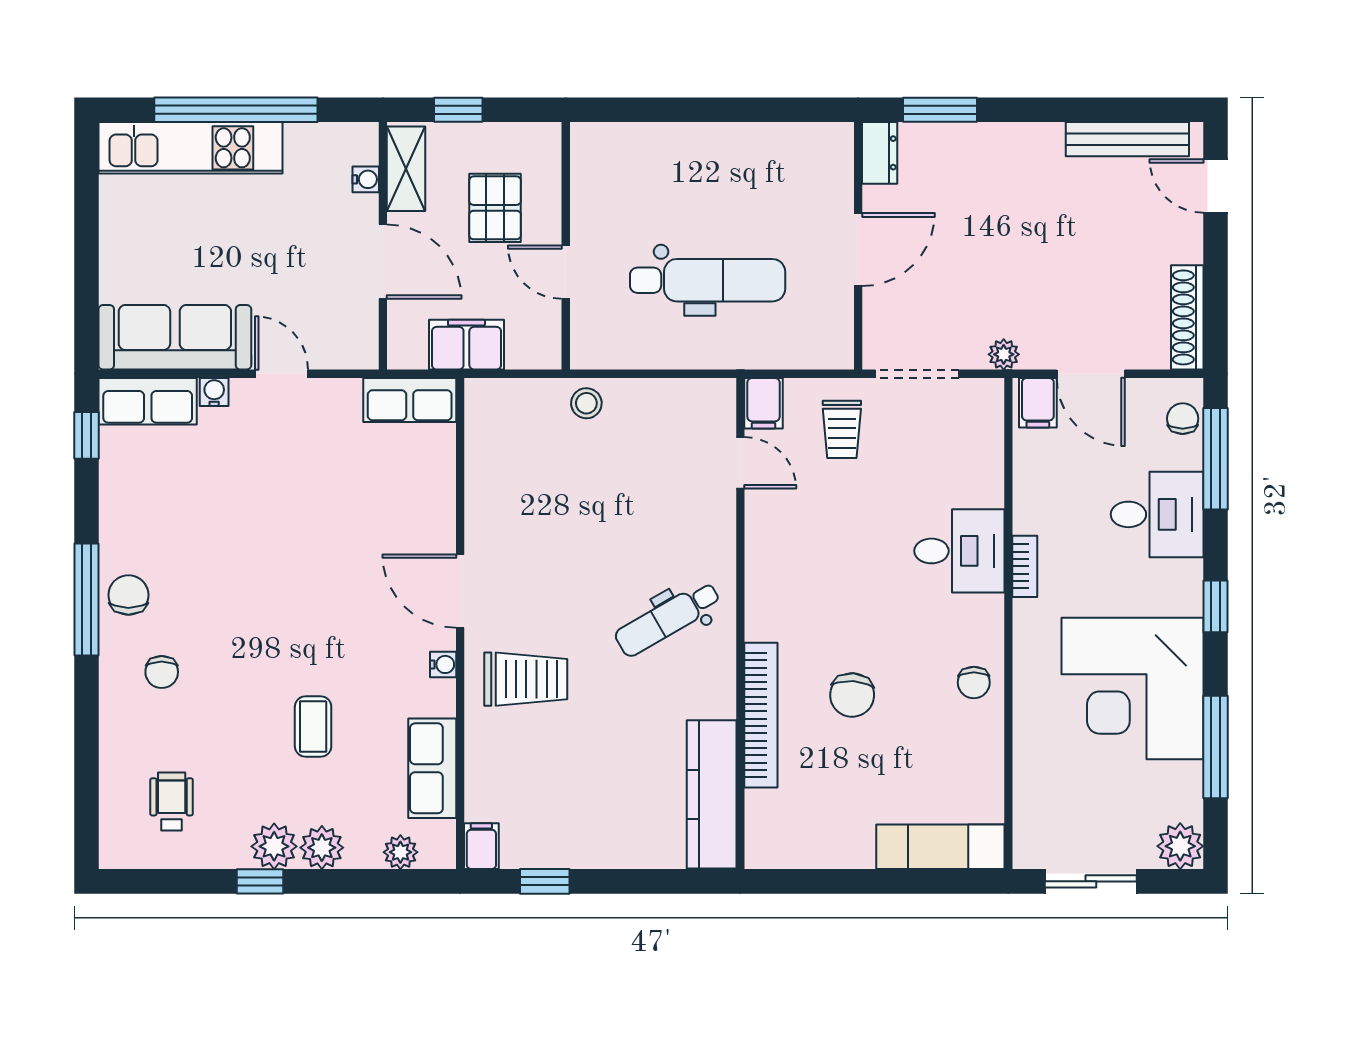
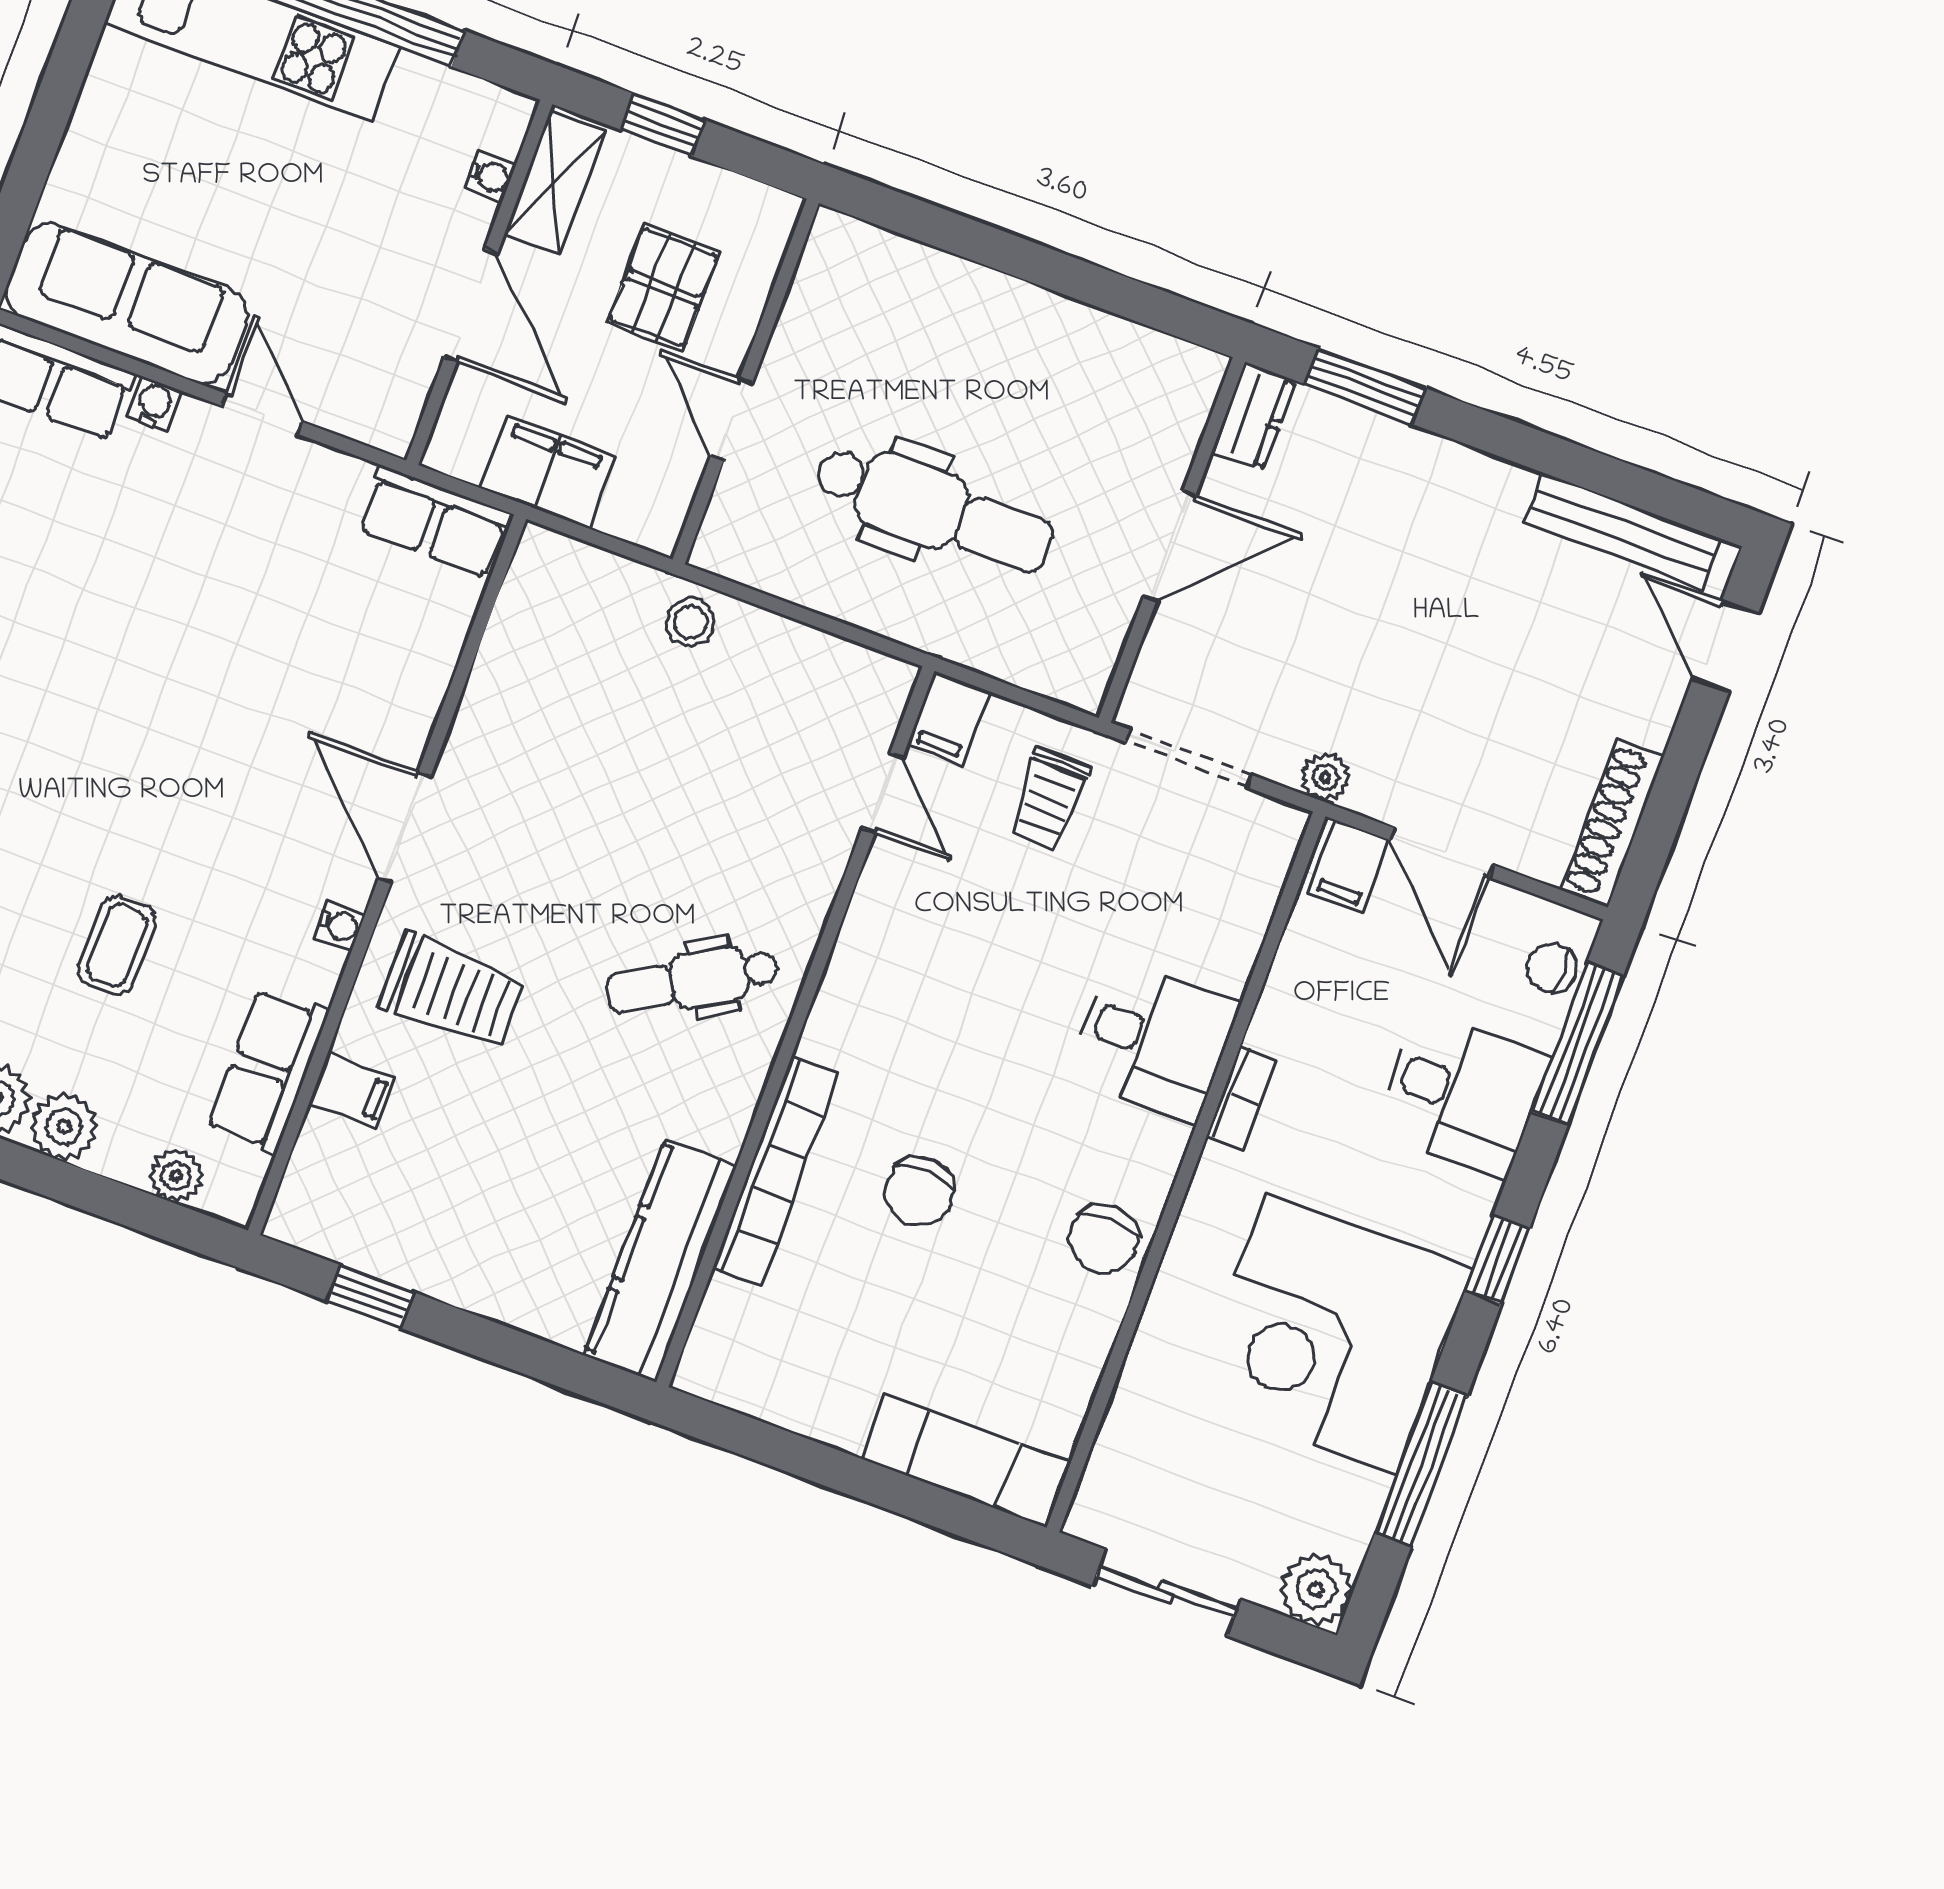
chair: (1183, 419) -> (1551, 968), turned -90
chair: (974, 683) -> (1104, 1239), width x1.37, depth x1.37
filing cabinet: (481, 846) -> (352, 1090), moved, turned 90

